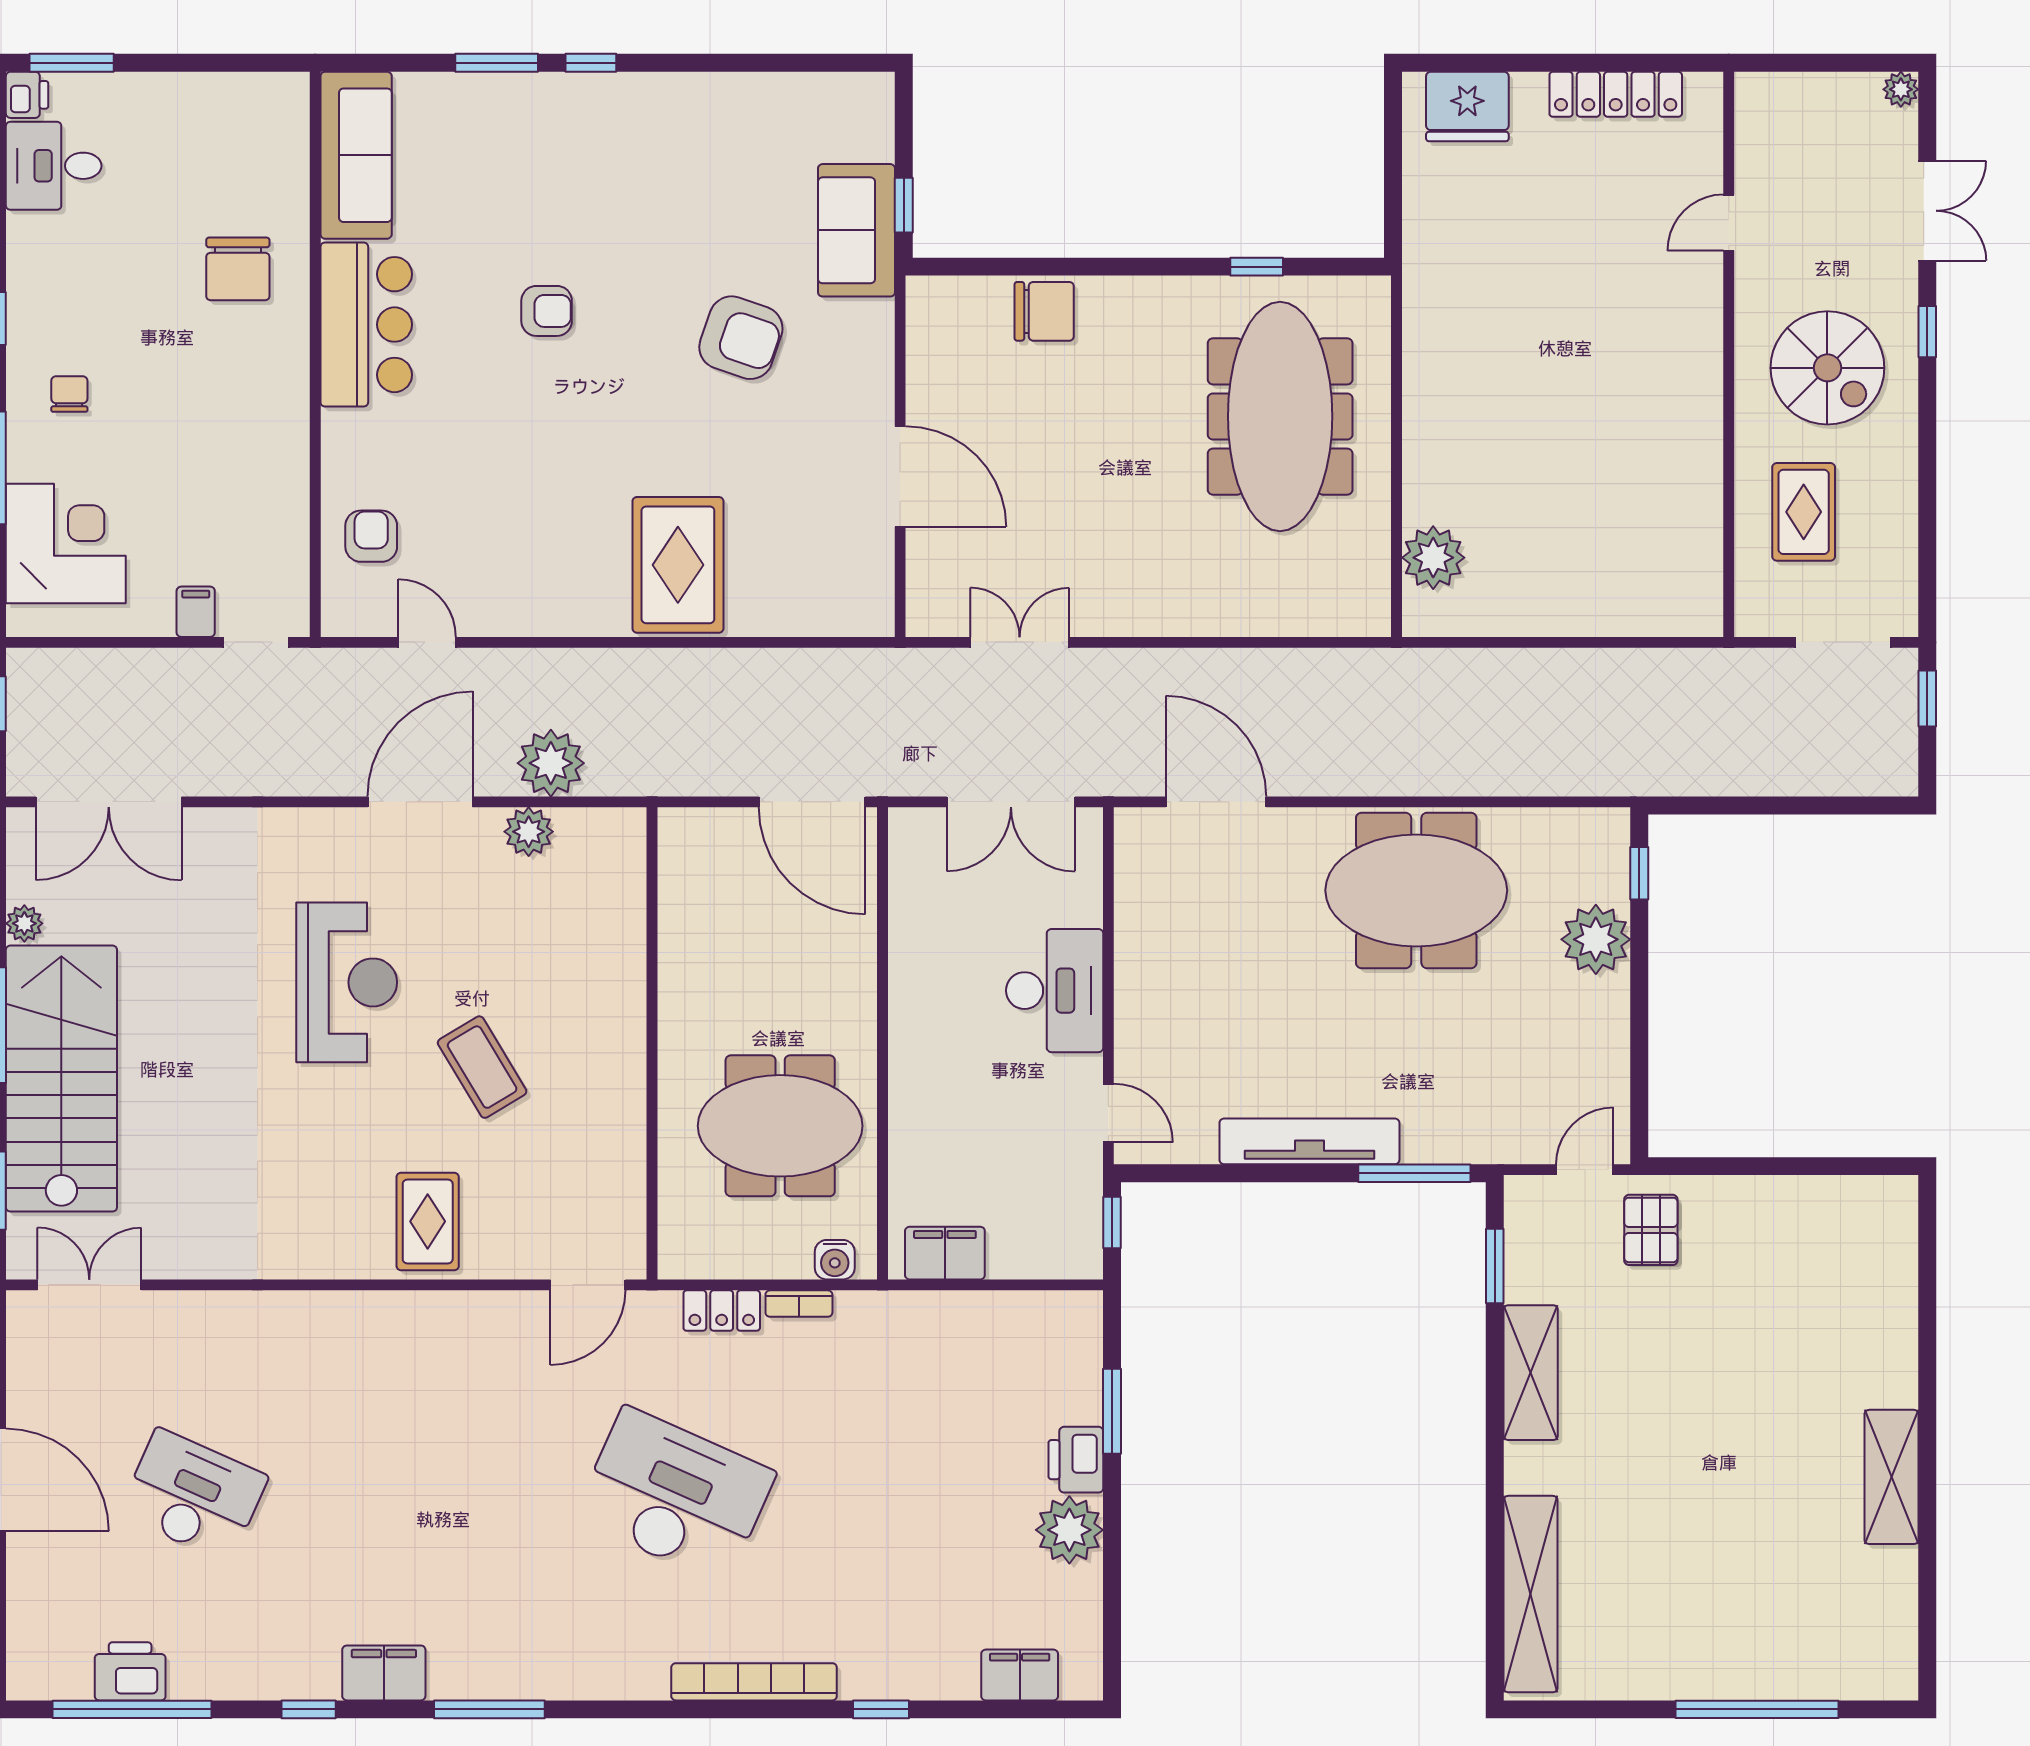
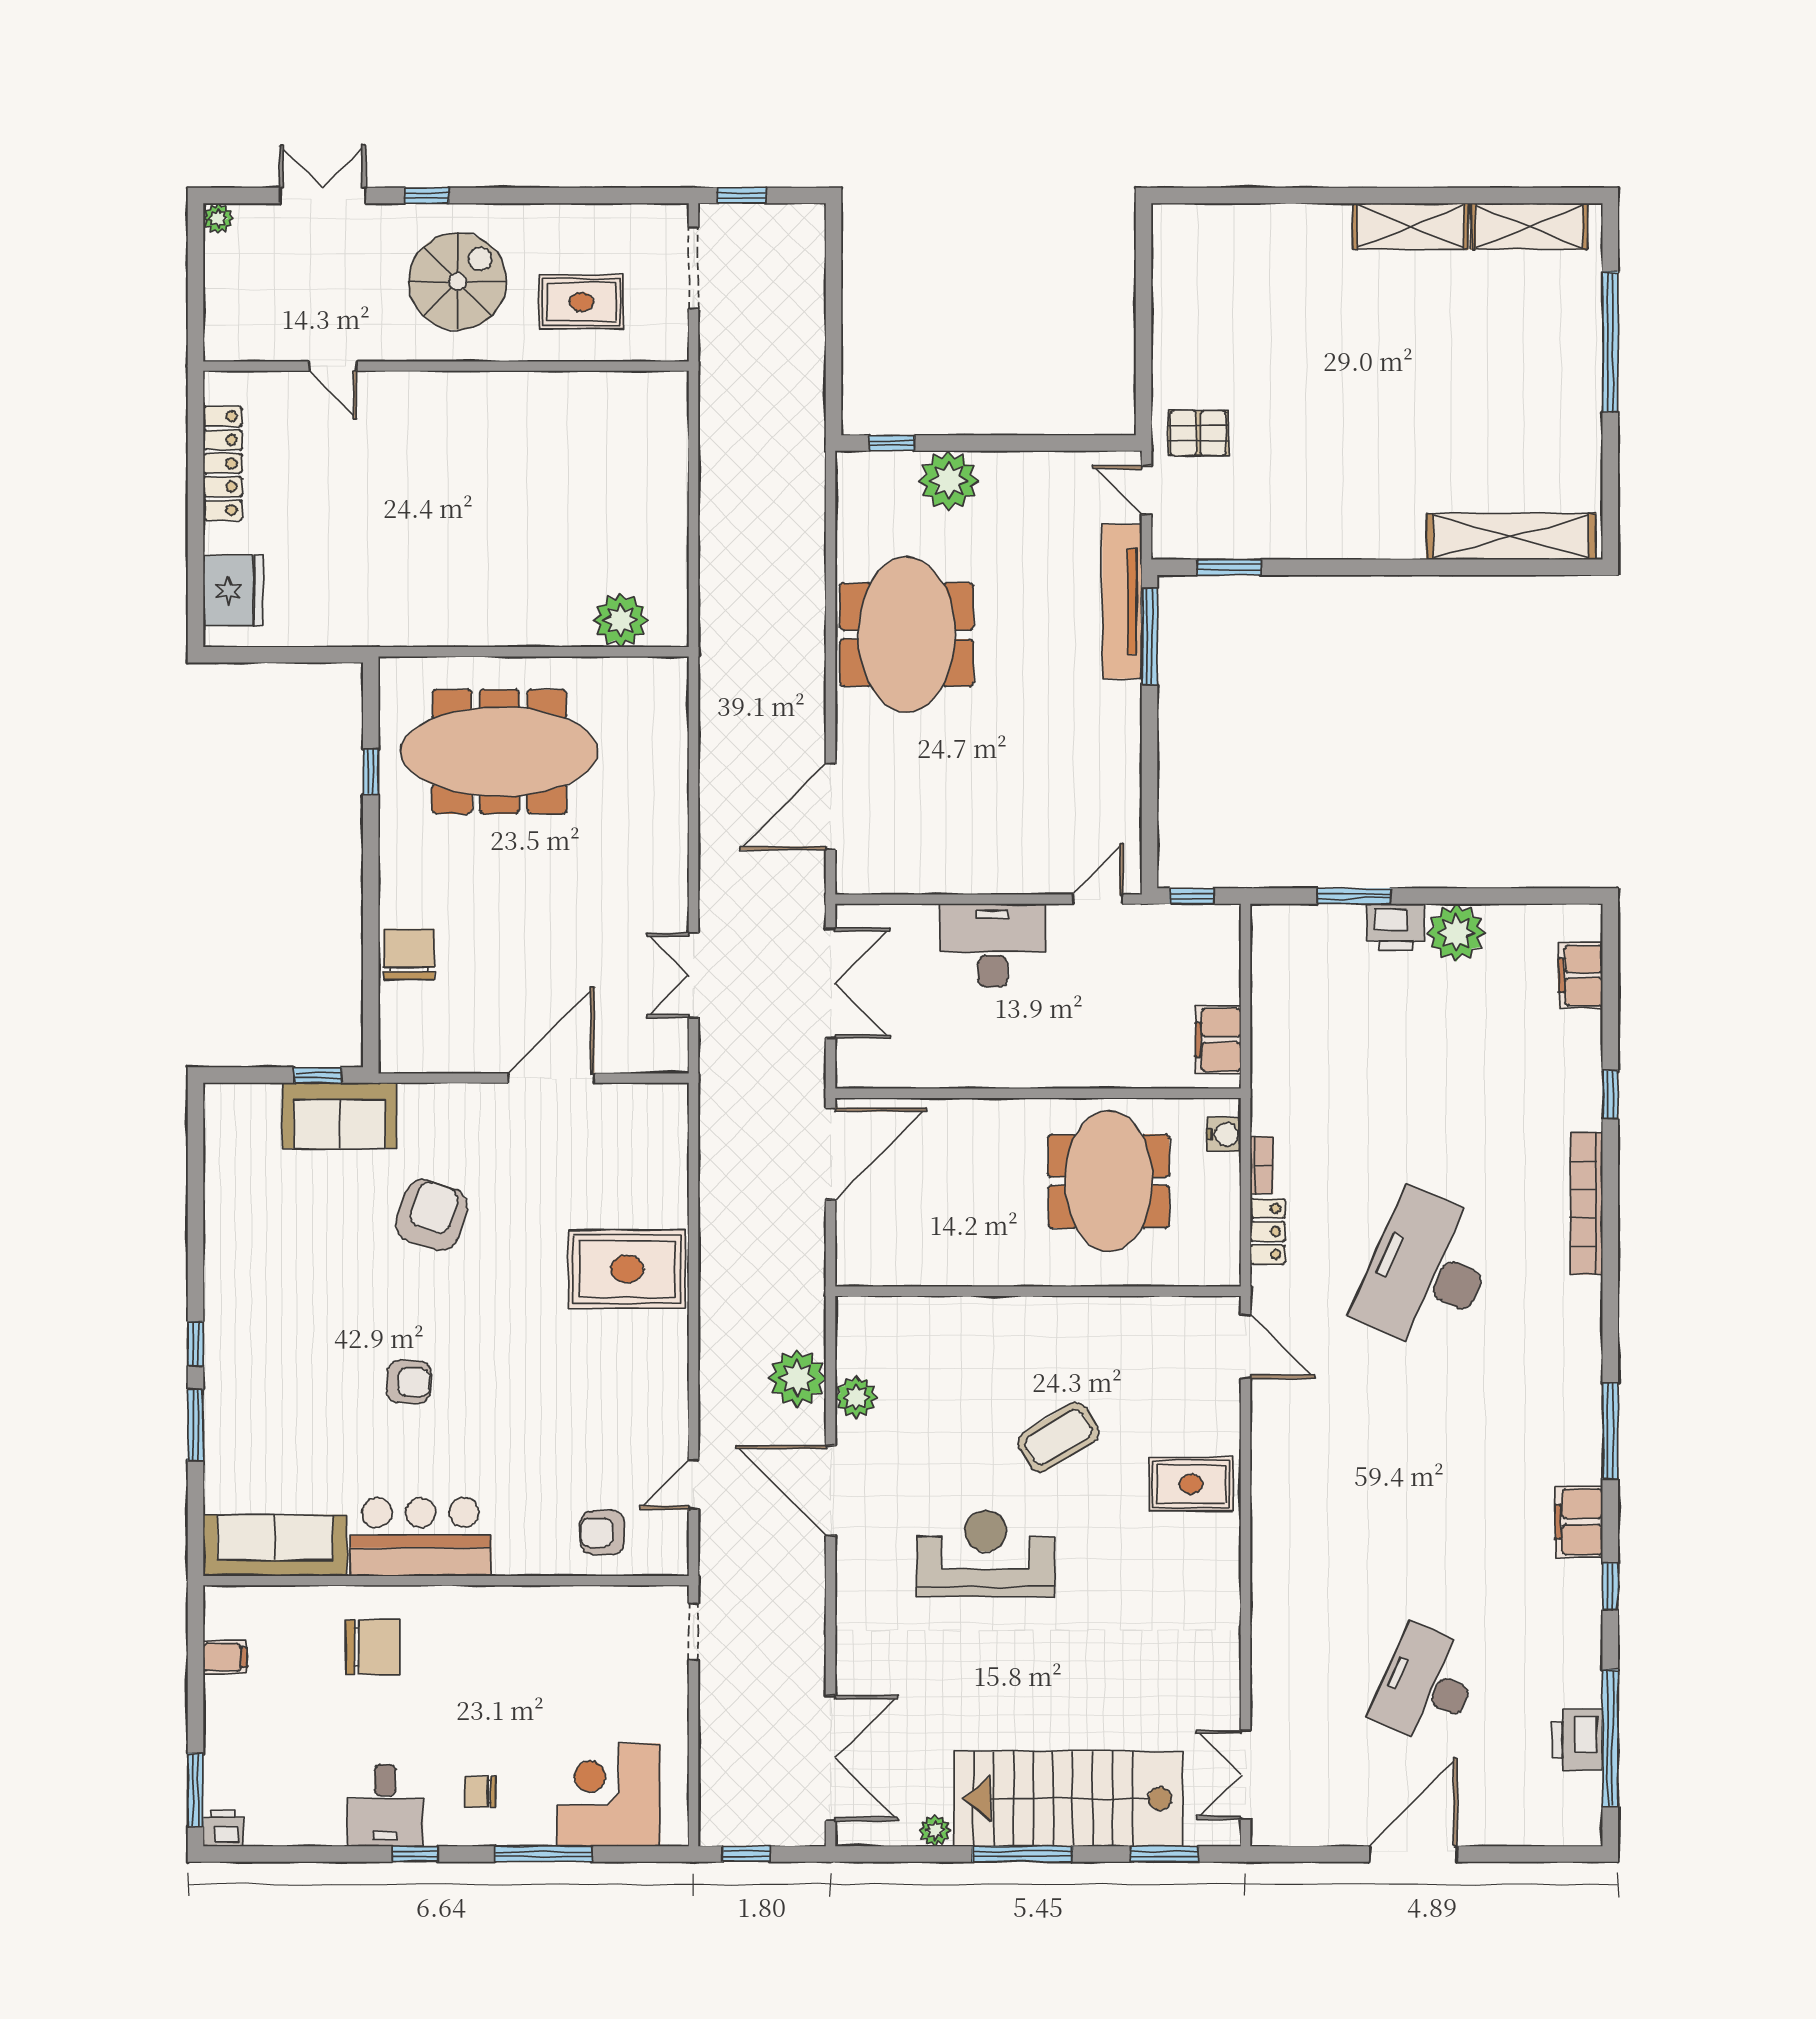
desk: (54, 166) -> (385, 1805), moved
armchair: (547, 311) -> (409, 1382), turned 94
filing cabinet: (196, 612) -> (225, 1657), moved, turned 180
tv unit: (1309, 1141) -> (1122, 602), moved
shelving: (1531, 1373) -> (1529, 226), moved

